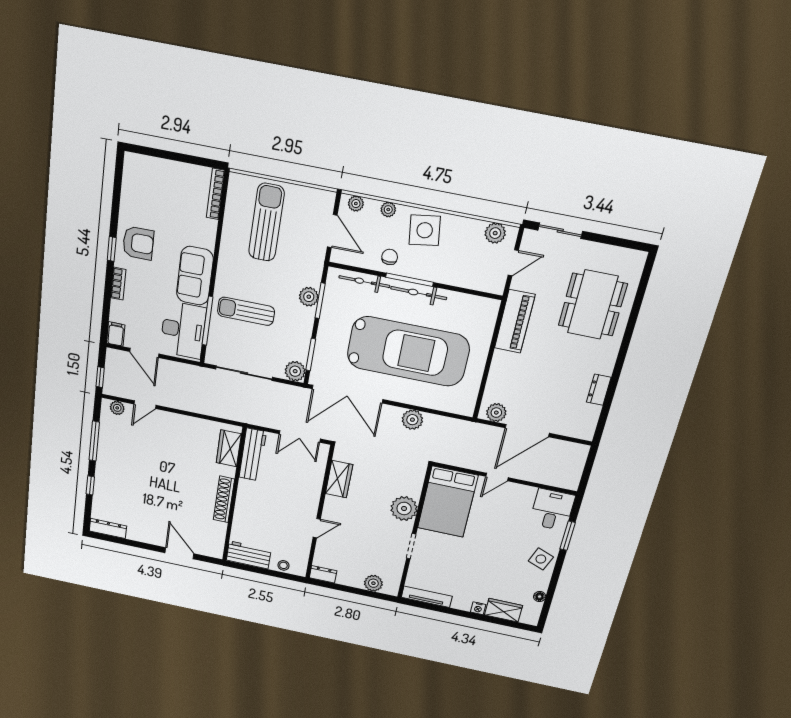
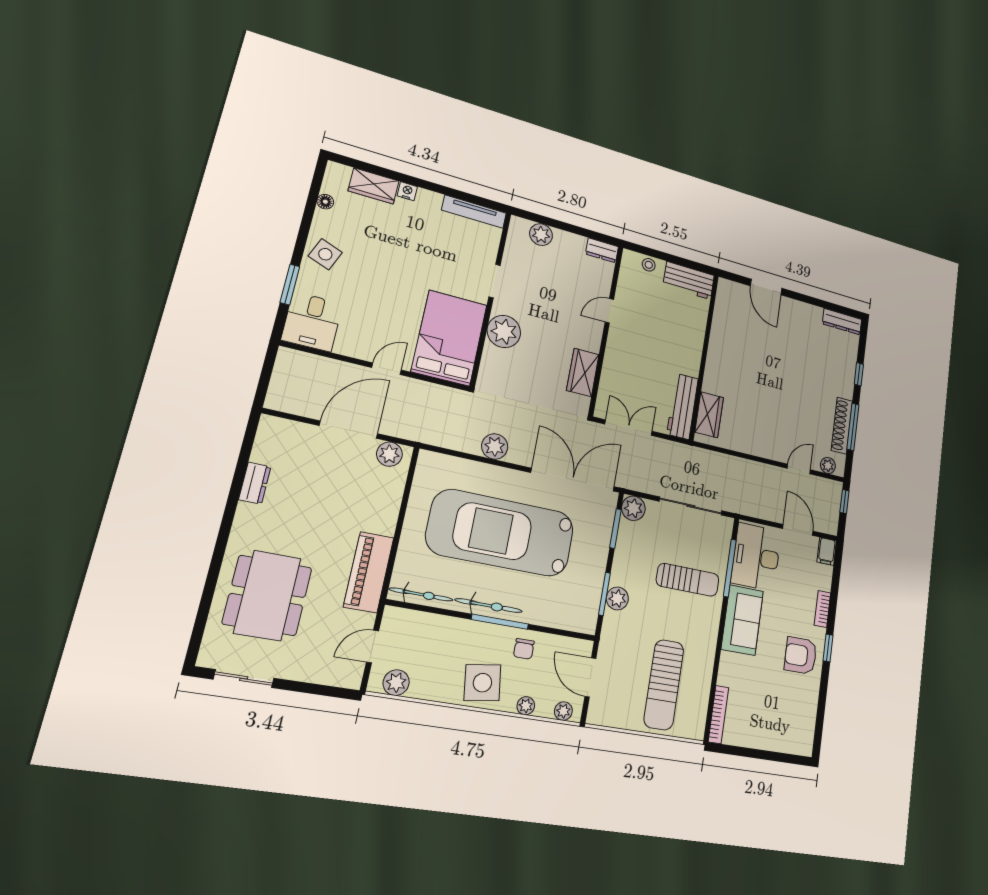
sliding door: (560, 231) -> (244, 679), moved
bicycle: (364, 282) -> (421, 594), moved
shoe rack: (224, 499) -> (842, 426), moved, turned 180

